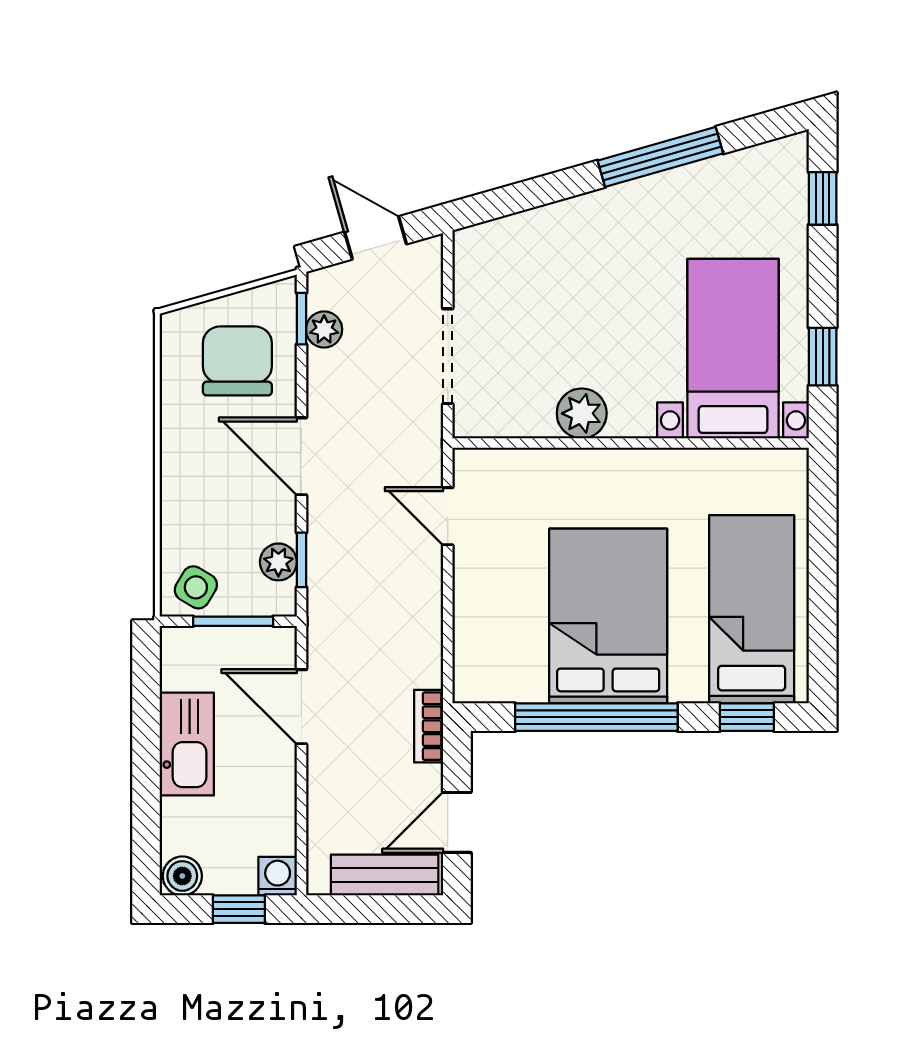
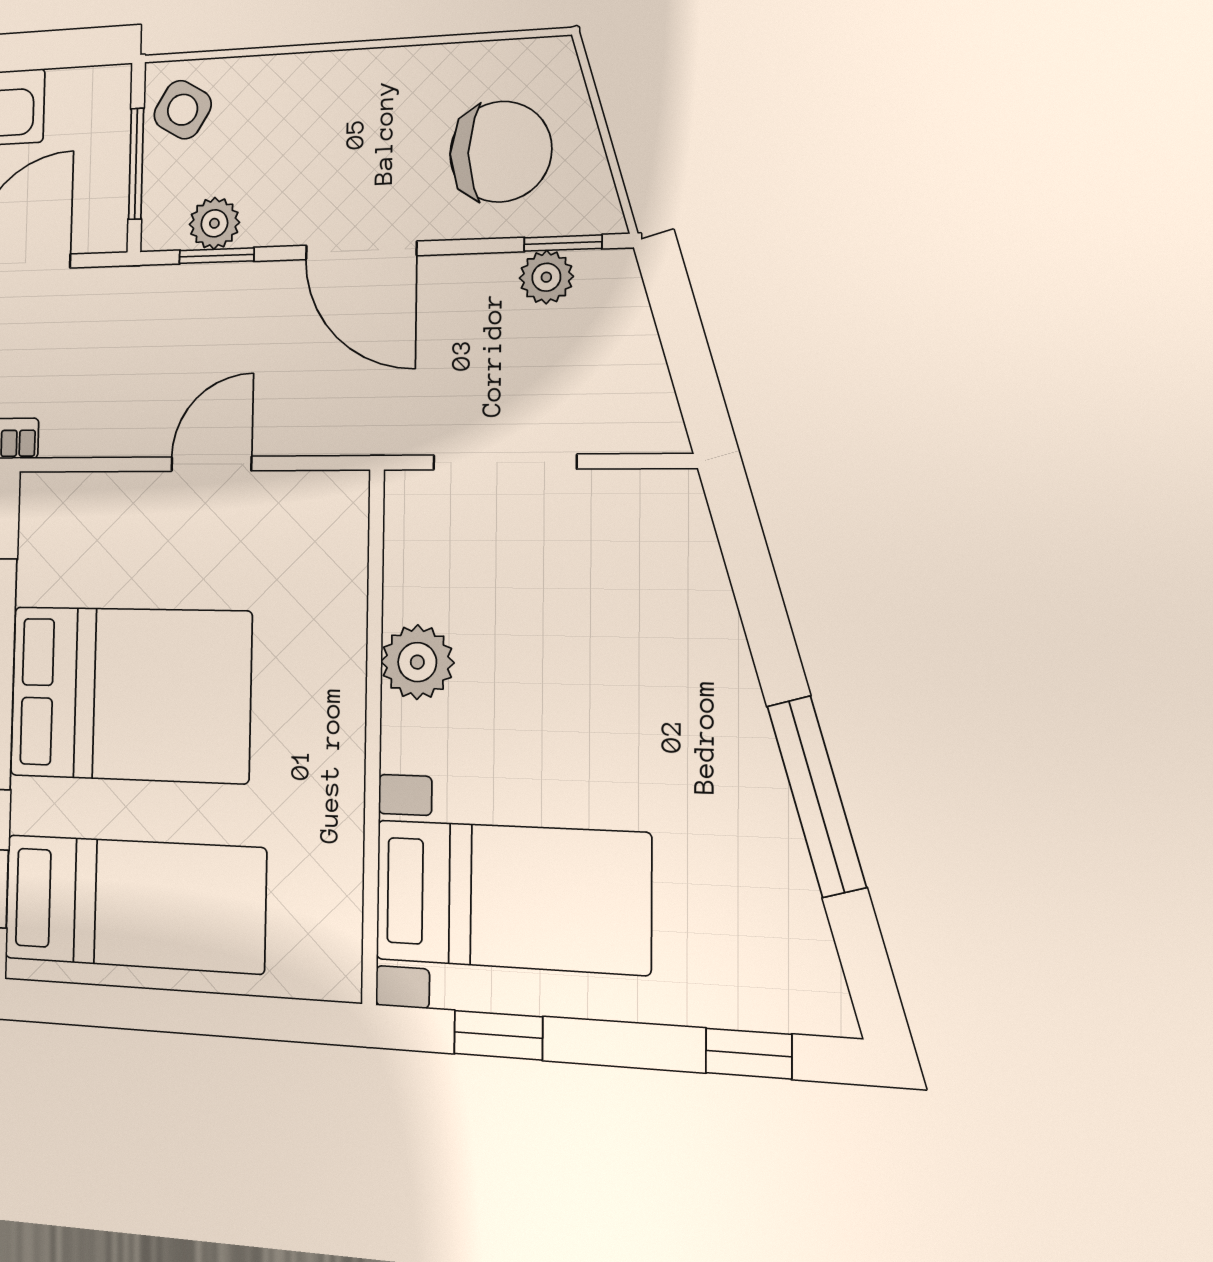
door: (376, 238) -> (686, 351), removed
door: (301, 456) -> (361, 250), swing flipped
door: (448, 516) -> (211, 464), moved

